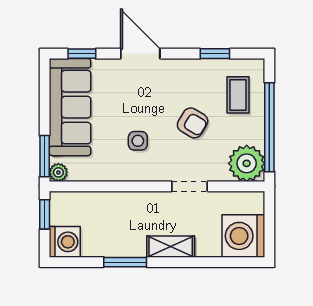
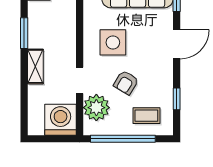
side table: (138, 141) -> (113, 42), width x1.87, depth x1.87
plant: (247, 163) -> (96, 108), moved
washing machine: (243, 236) -> (61, 120), moved

